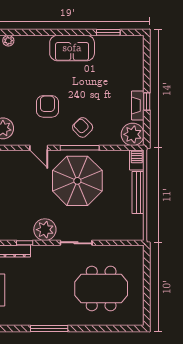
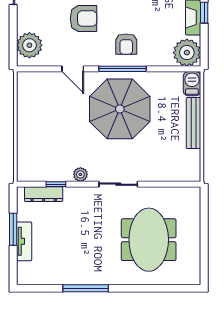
armchair: (47, 106) -> (84, 19), turned 90
armchair: (83, 127) -> (126, 44), turned -136
plant: (45, 230) -> (80, 174), width x0.53, depth x0.53
meeting table: (101, 289) -> (149, 240), turned 90

